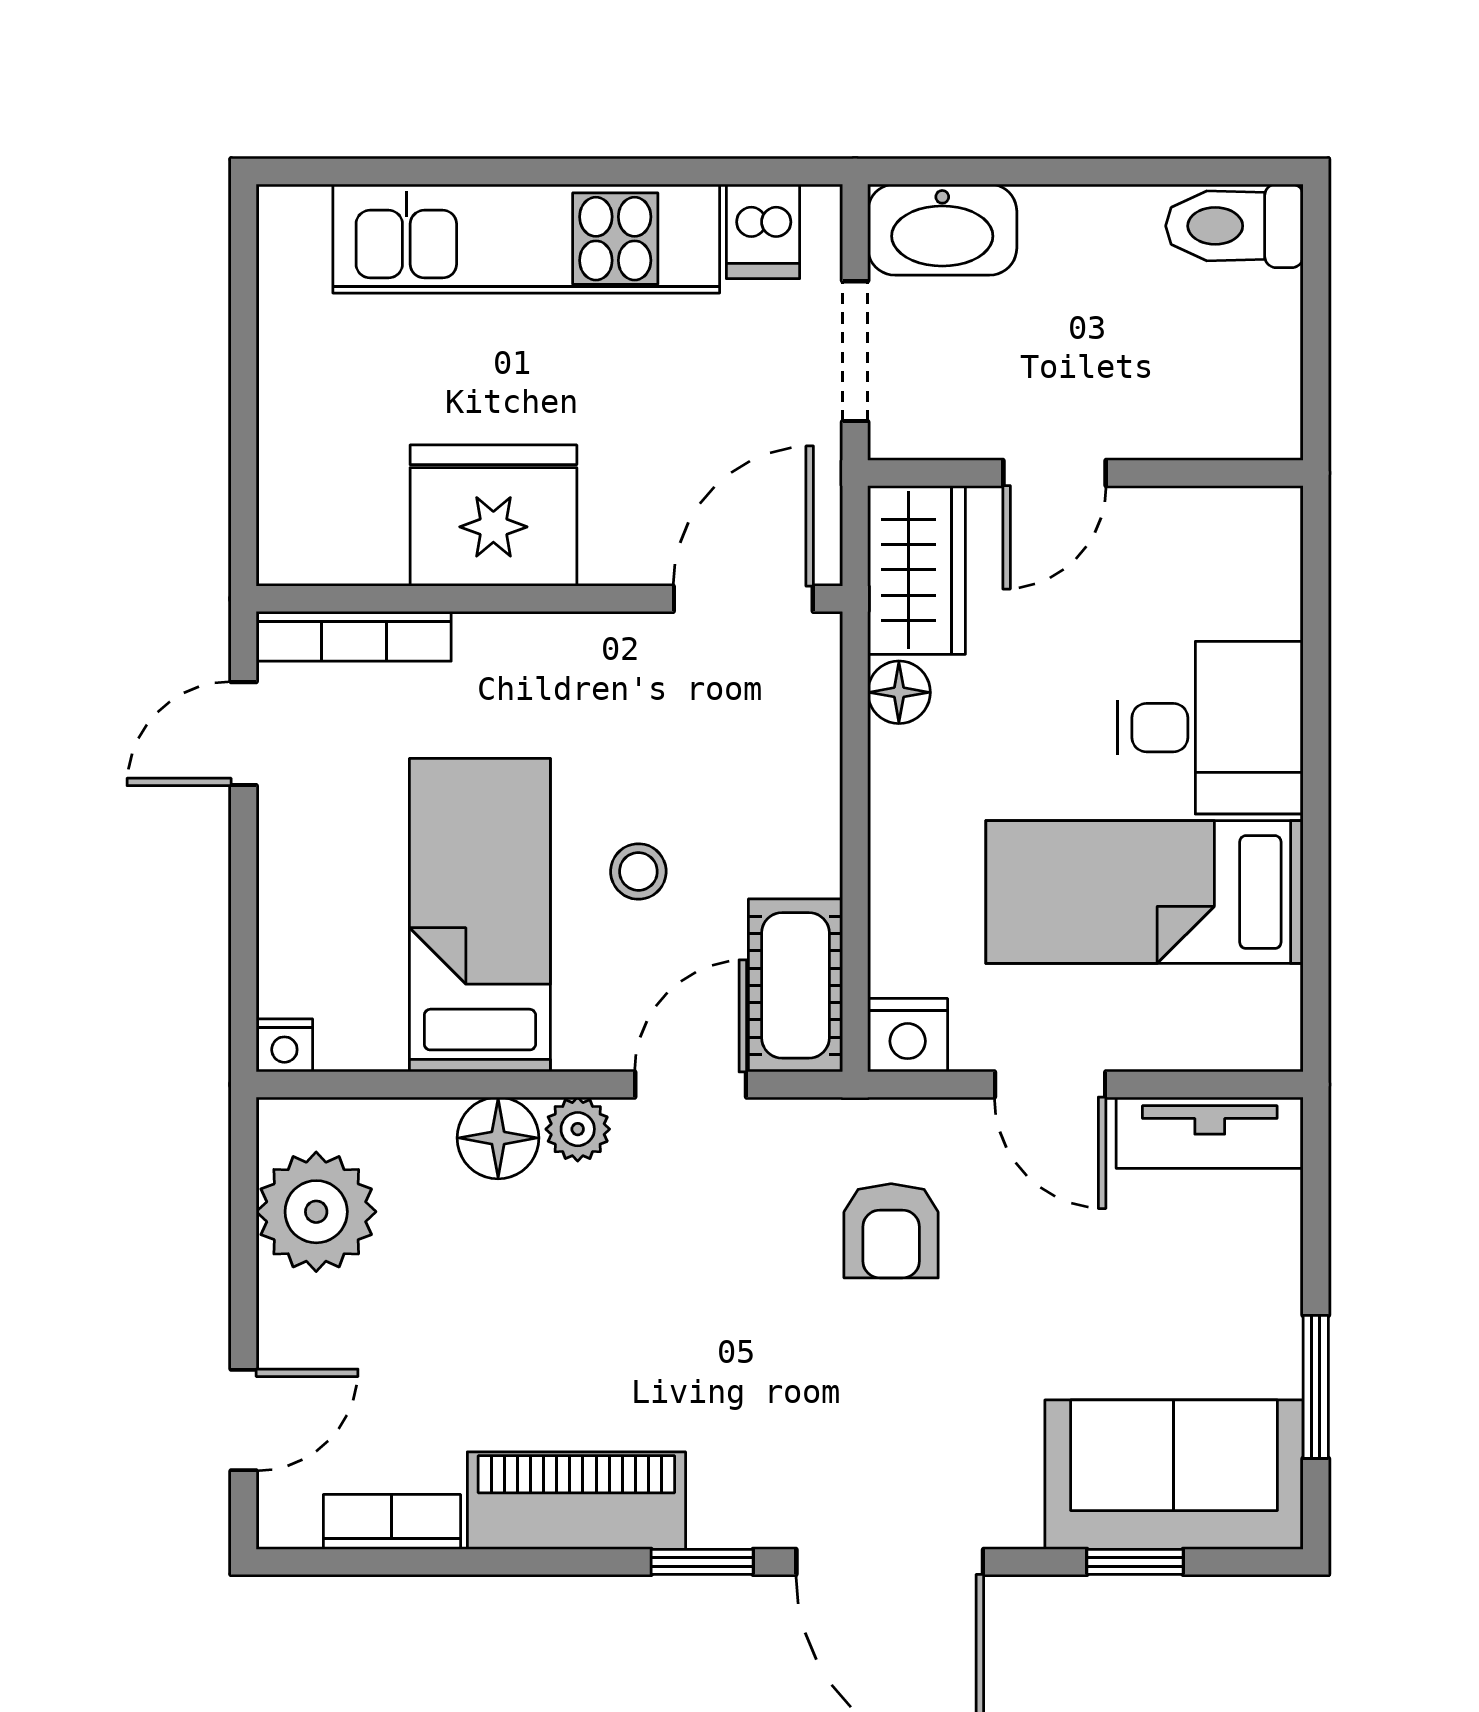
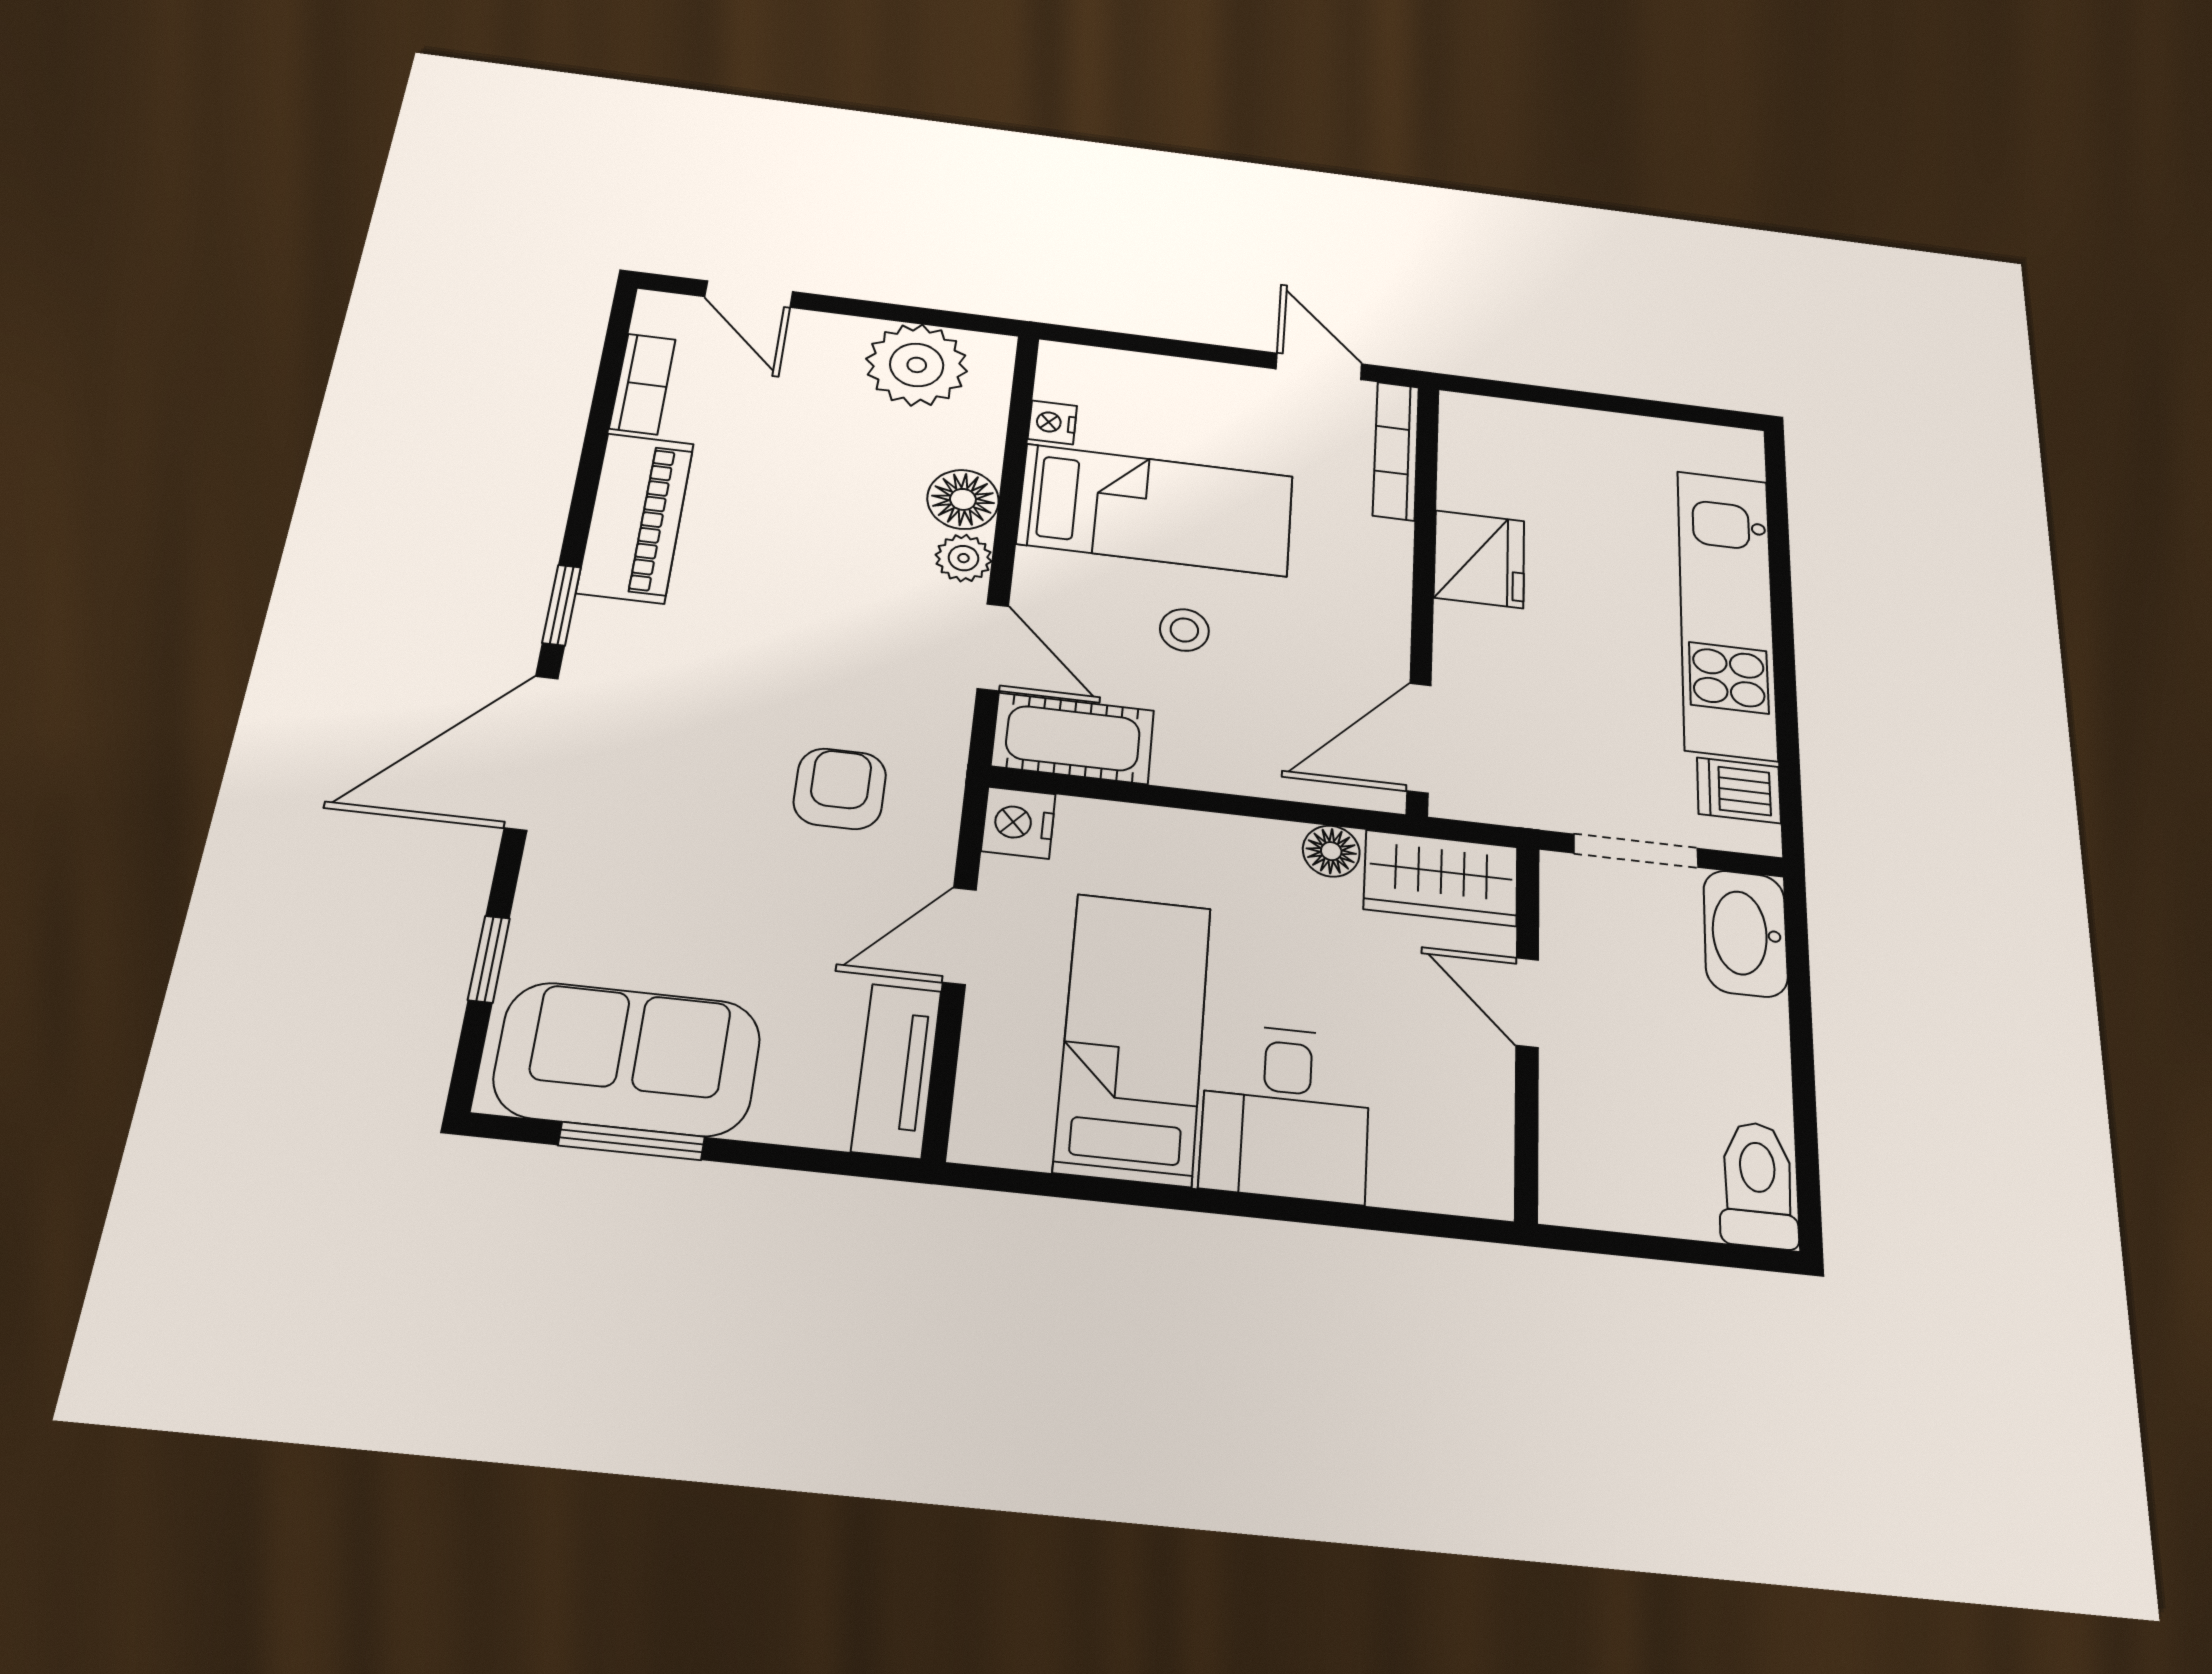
fridge: (493, 516) -> (1479, 559), width x0.73, depth x0.75
door: (743, 599) -> (1419, 738), swing flipped
nightstand: (284, 1045) -> (1052, 422), moved
armchair: (891, 1231) -> (840, 789), turned 90
sofa: (1174, 1475) -> (628, 1059), moved, turned -90

